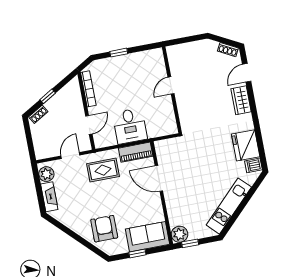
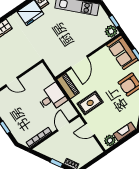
door: (89, 125) -> (63, 126), hinge flipped
rug: (103, 170) -> (90, 103), turned 90

